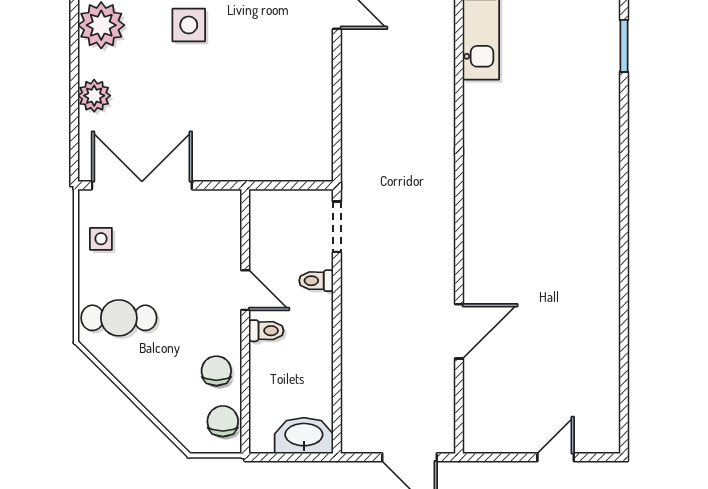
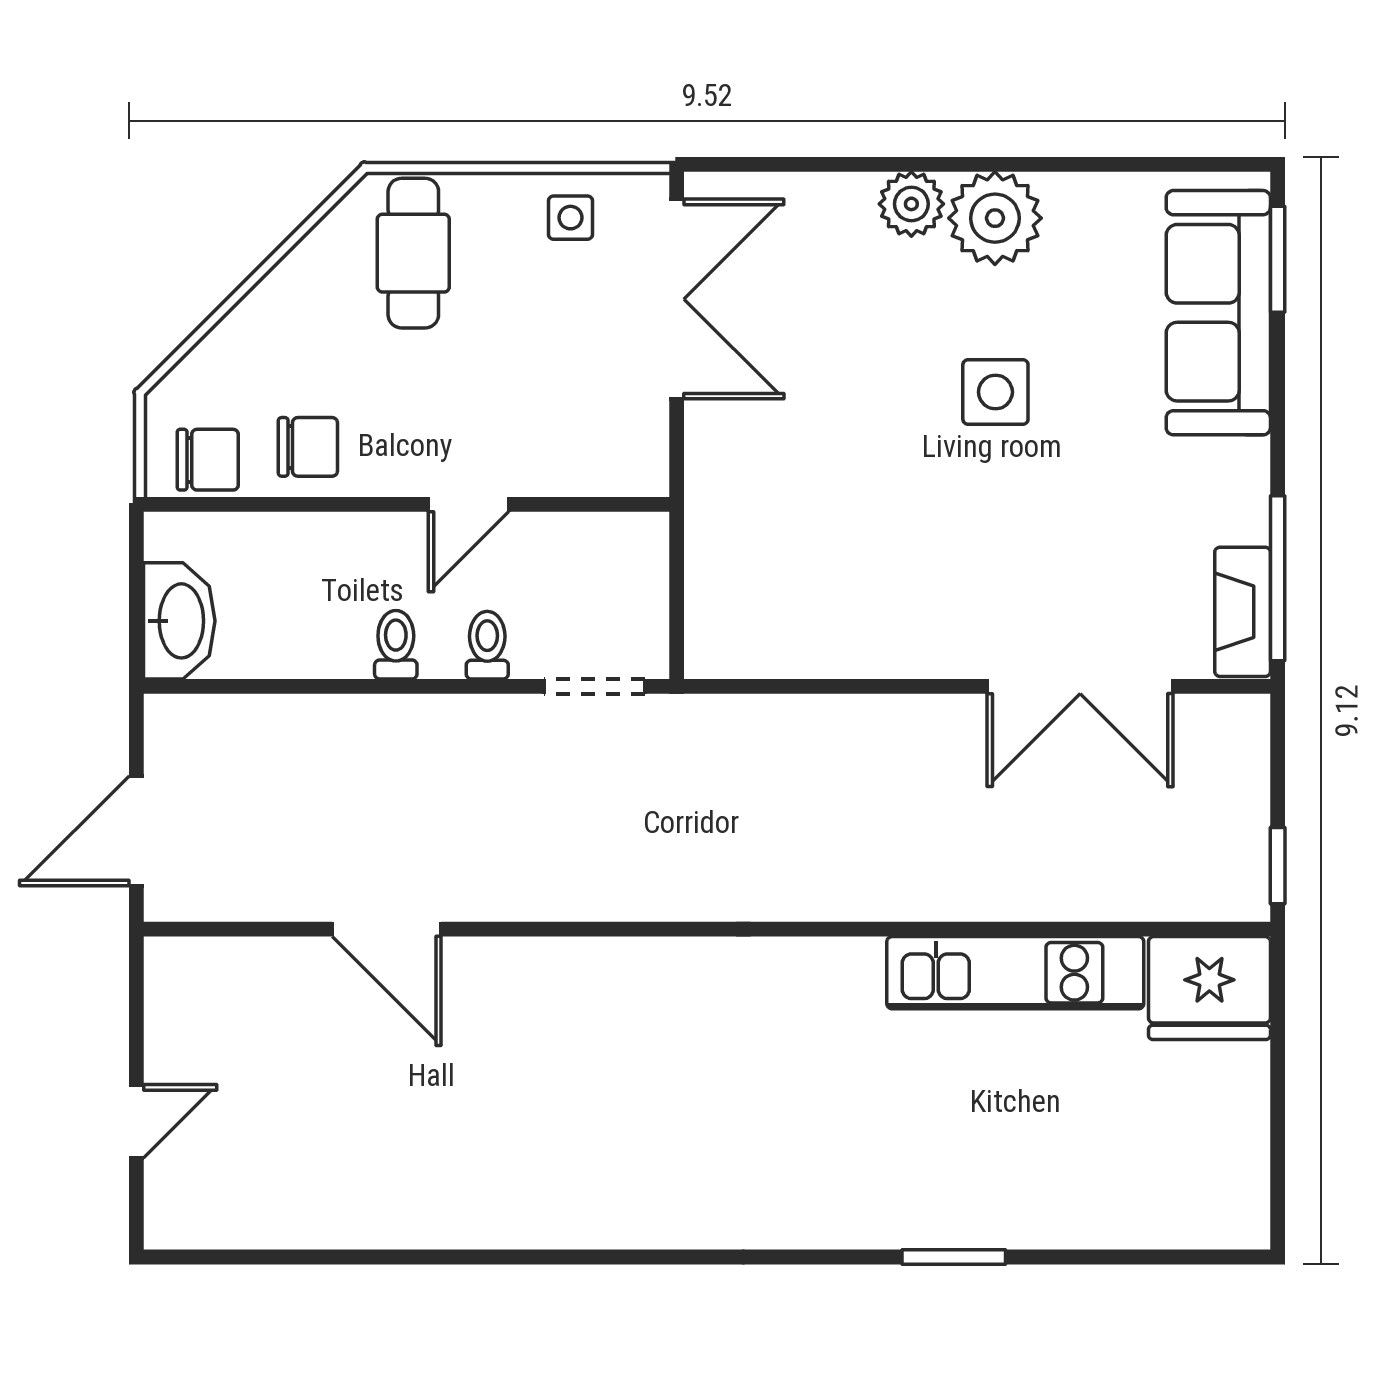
plant: (94, 96) -> (911, 204), moved
toilet: (266, 331) -> (396, 645), moved, turned 180
door: (556, 457) -> (136, 1121), hinge flipped

